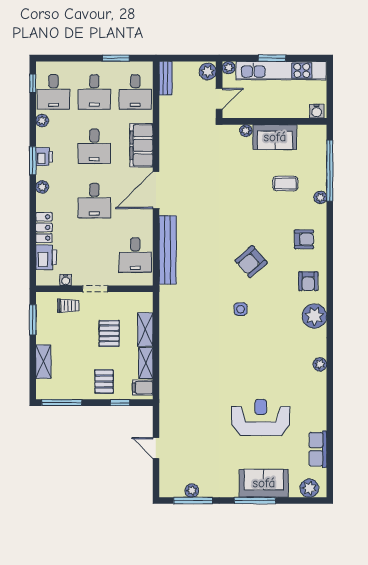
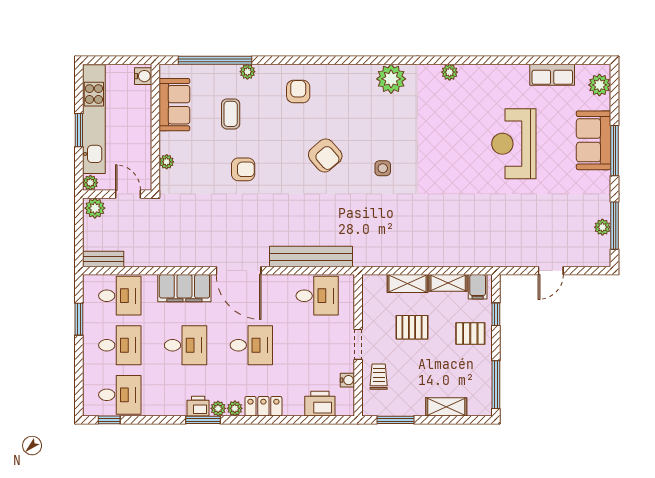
plant: (42, 121) -> (218, 408), moved
sofa: (275, 137) -> (174, 105), moved
locker: (44, 227) -> (263, 406), moved
armchair: (308, 281) -> (243, 169), moved

